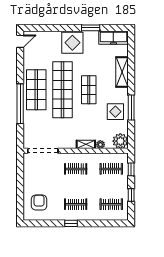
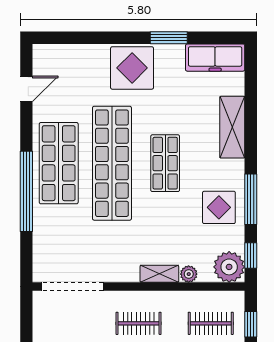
door: (20, 41) -> (26, 89), moved
window: (131, 135) -> (251, 255), added

